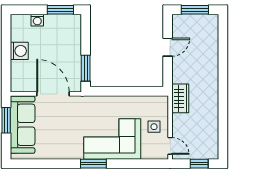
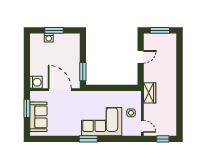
window: (60, 10) -> (54, 30), moved
washing machine: (19, 51) -> (36, 82), moved
sofa: (23, 125) -> (38, 117), width x0.73

